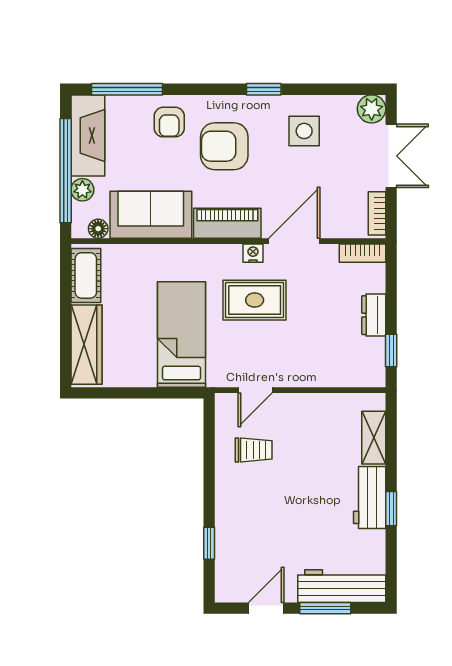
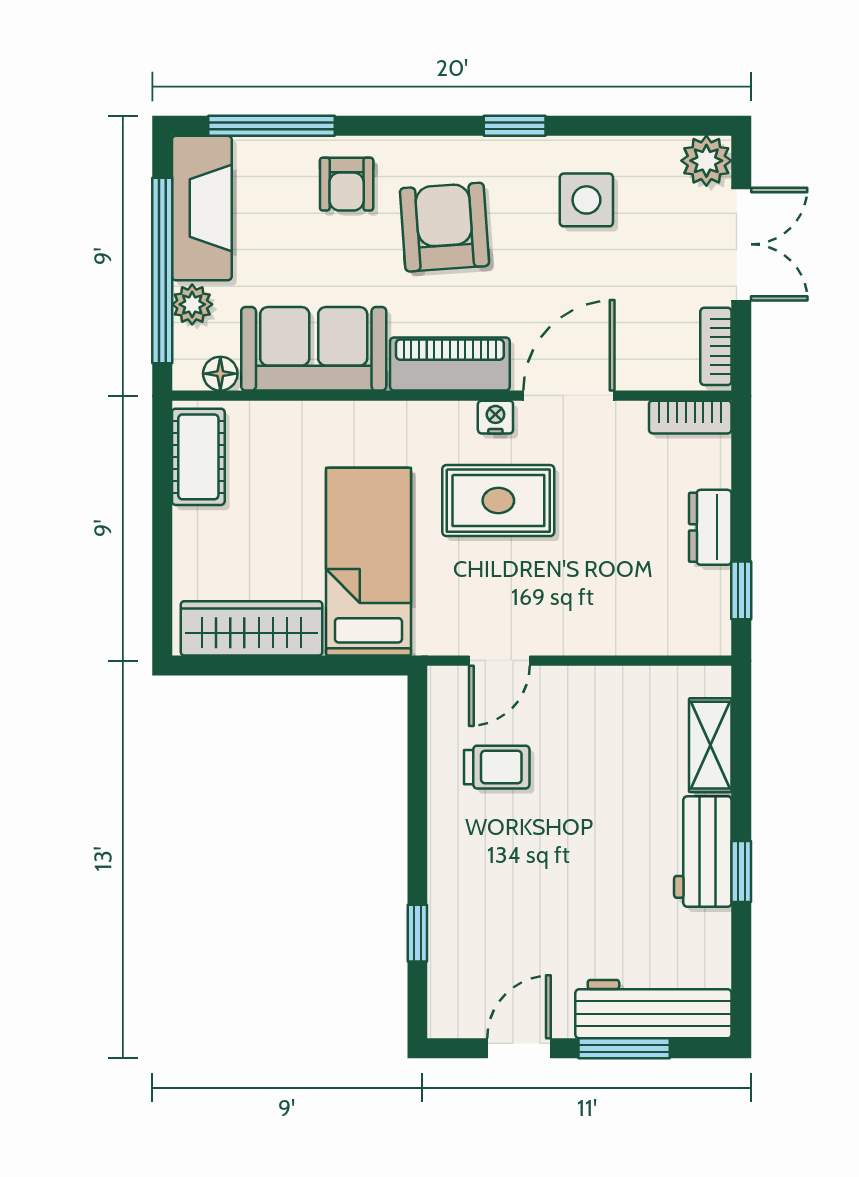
armchair: (224, 146) -> (445, 227), turned 86
wardrobe: (86, 345) -> (252, 628), moved, turned -90

